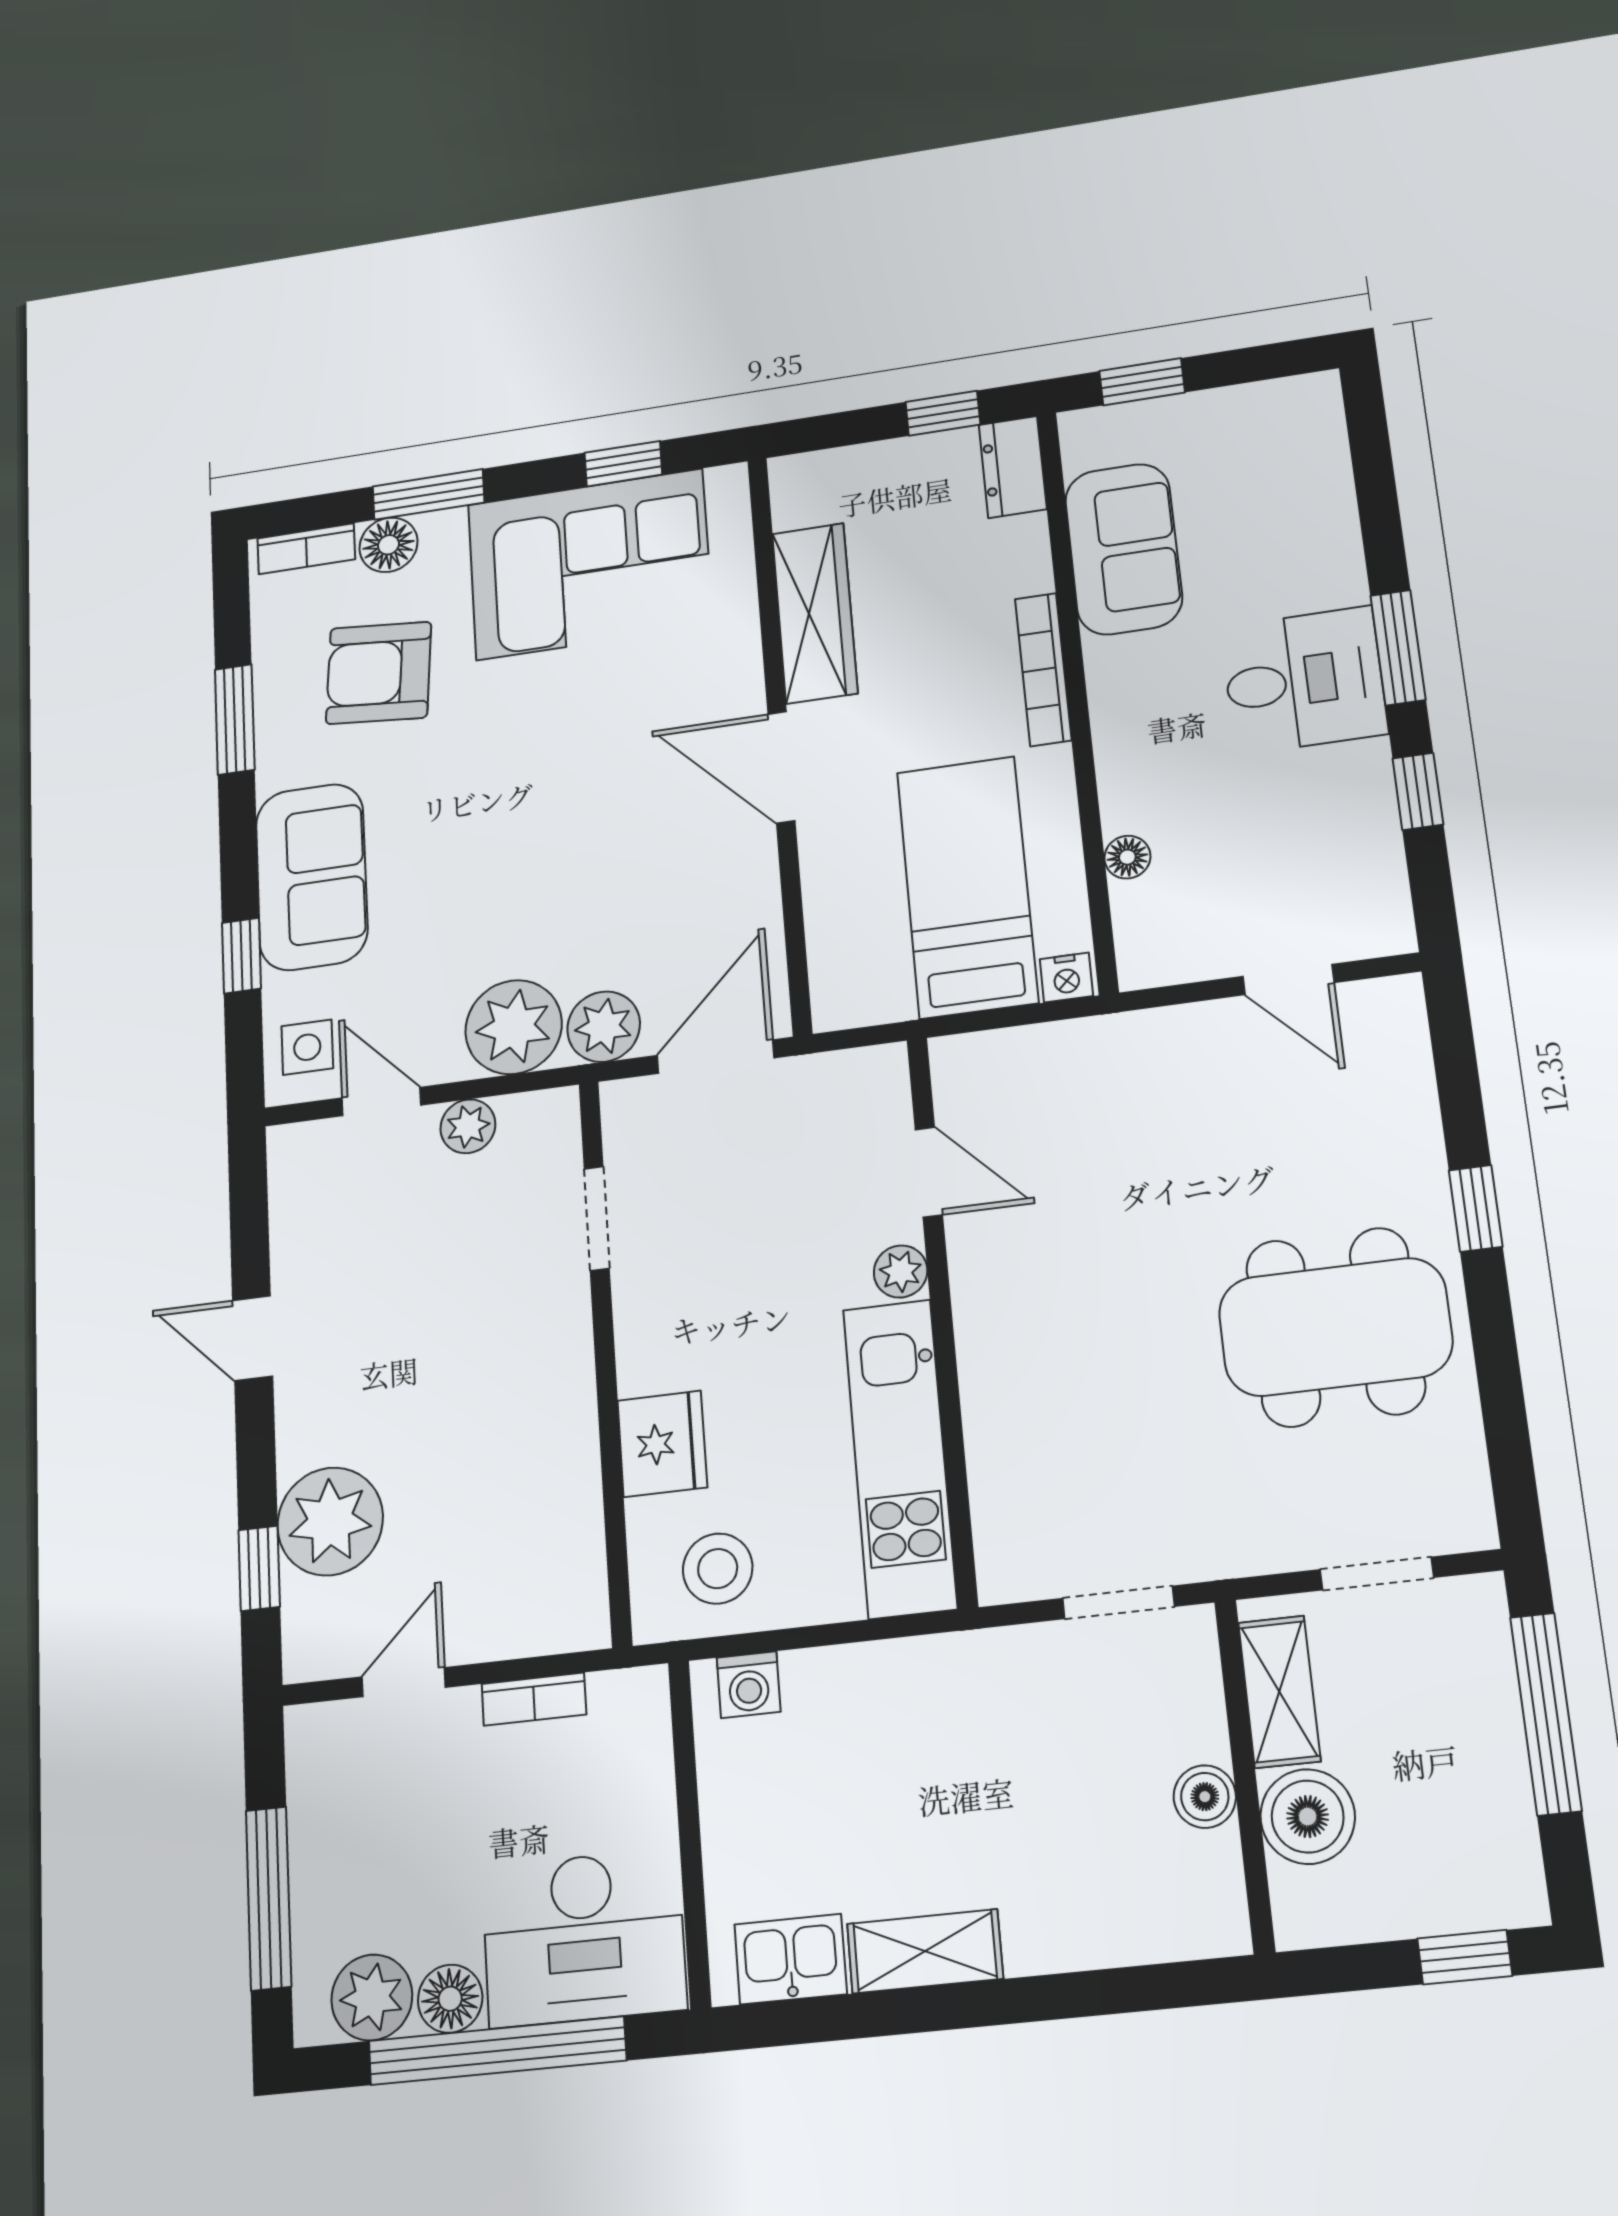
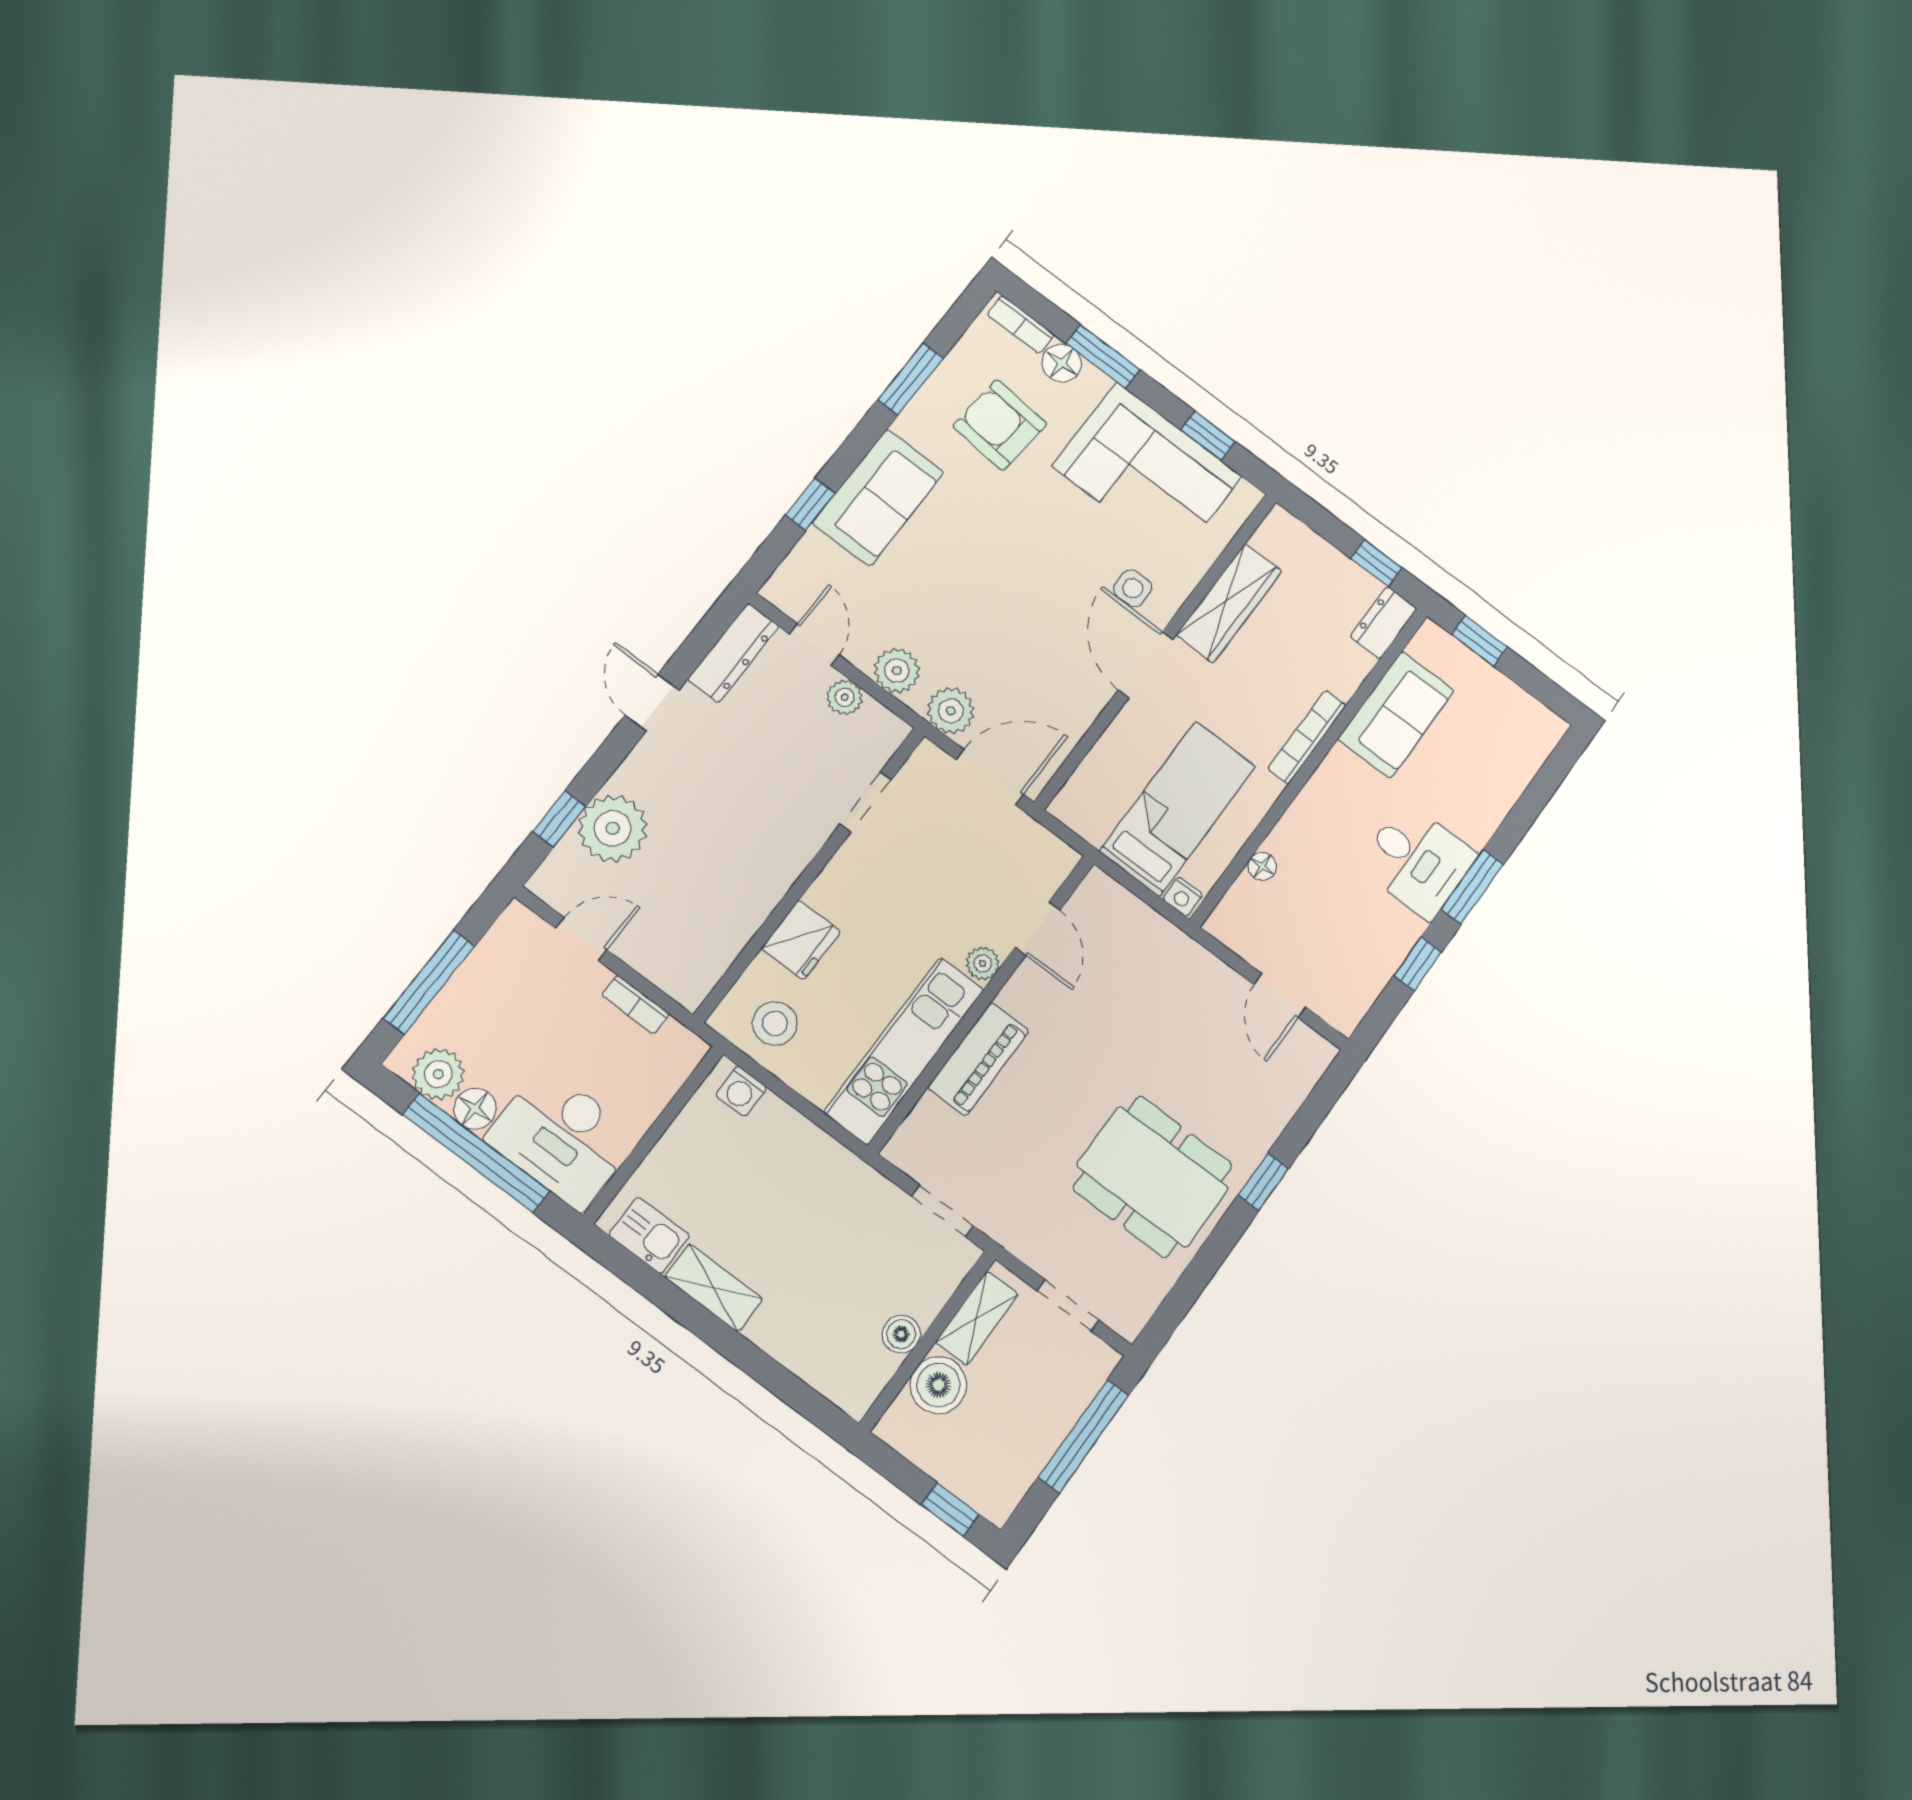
plant: (514, 1027) -> (897, 671), width x0.73, depth x0.73
side table: (307, 1047) -> (1133, 588), moved
dresser: (297, 1197) -> (733, 653), added
piano: (997, 1385) -> (978, 1059), added

